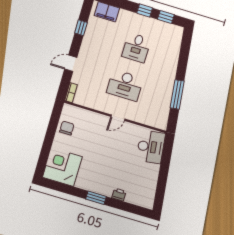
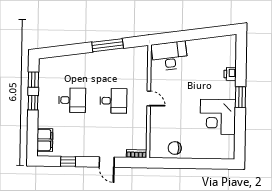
desk: (125, 85) -> (113, 101), width x0.73
corner desk: (62, 167) -> (218, 117), moved

